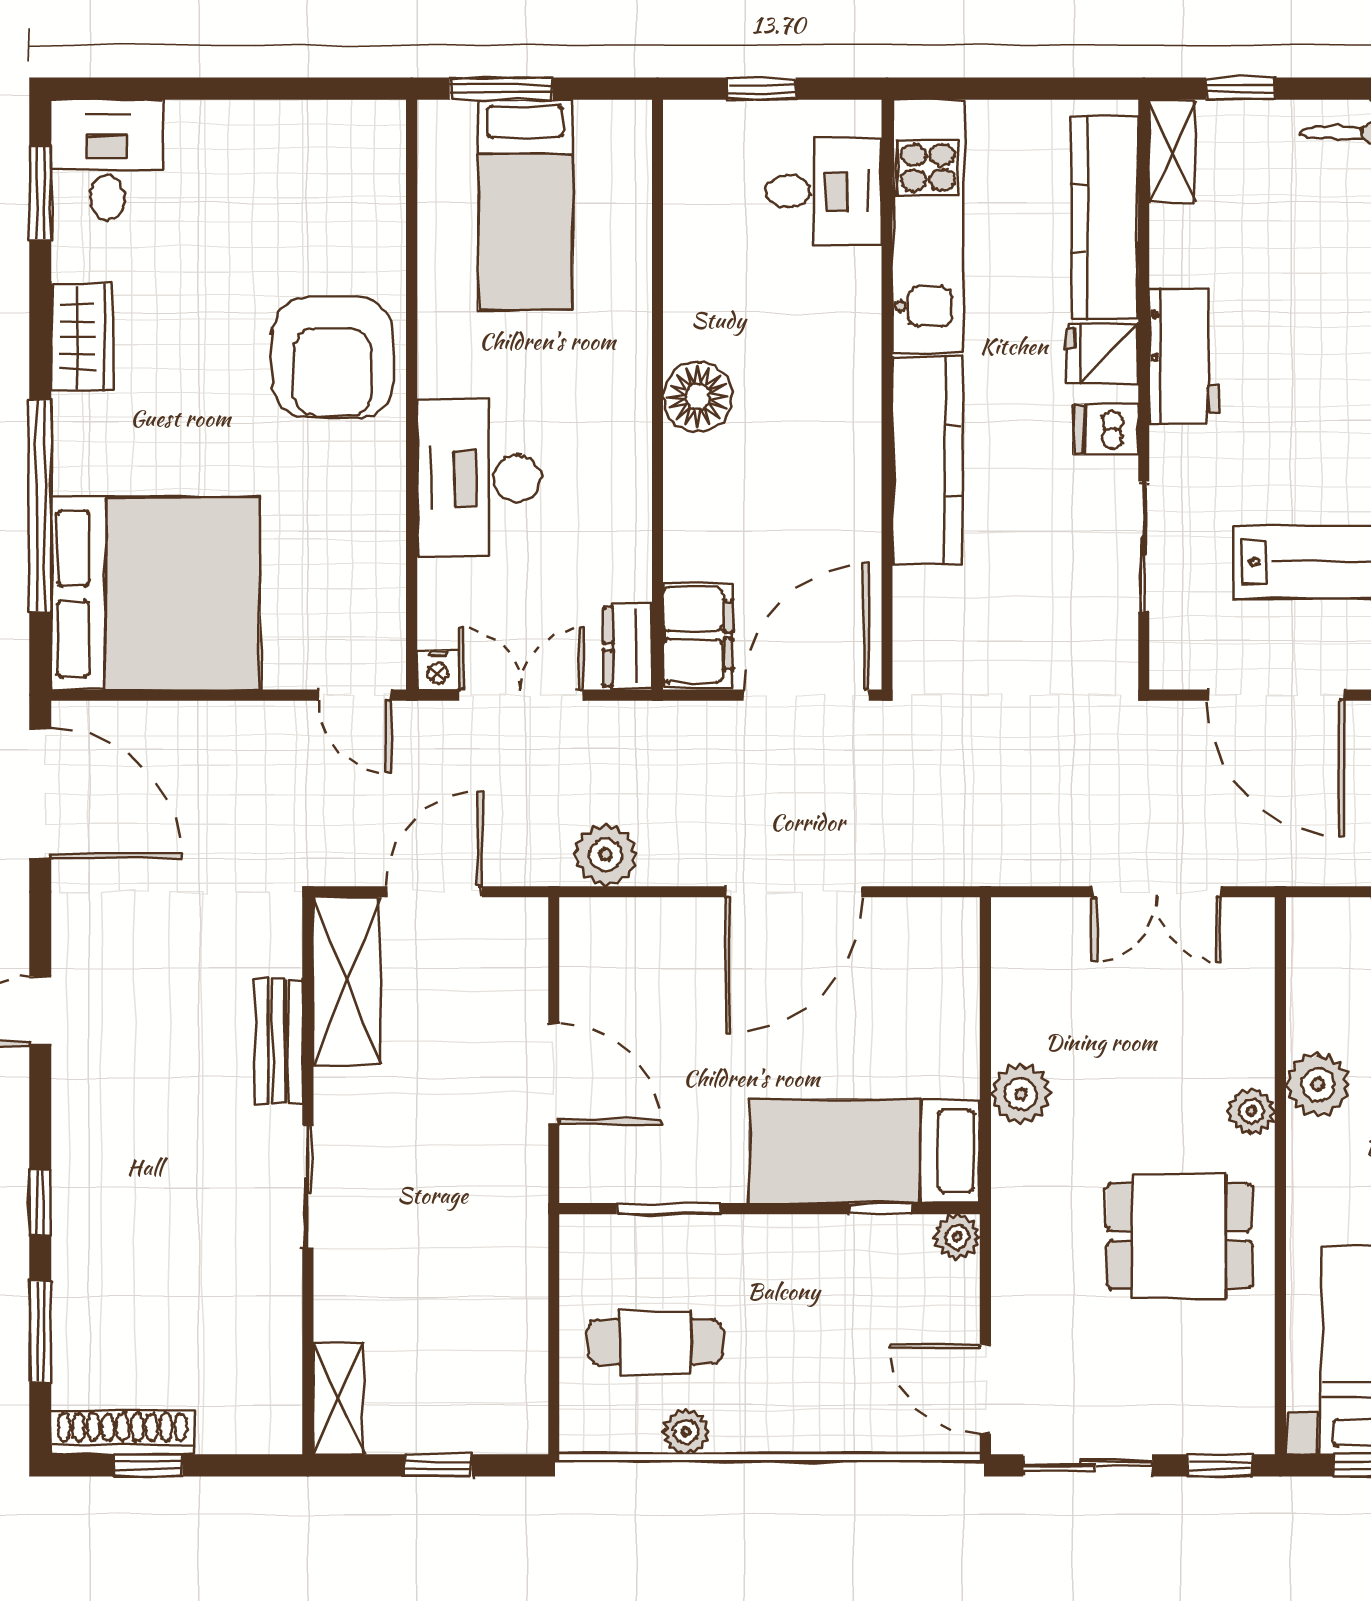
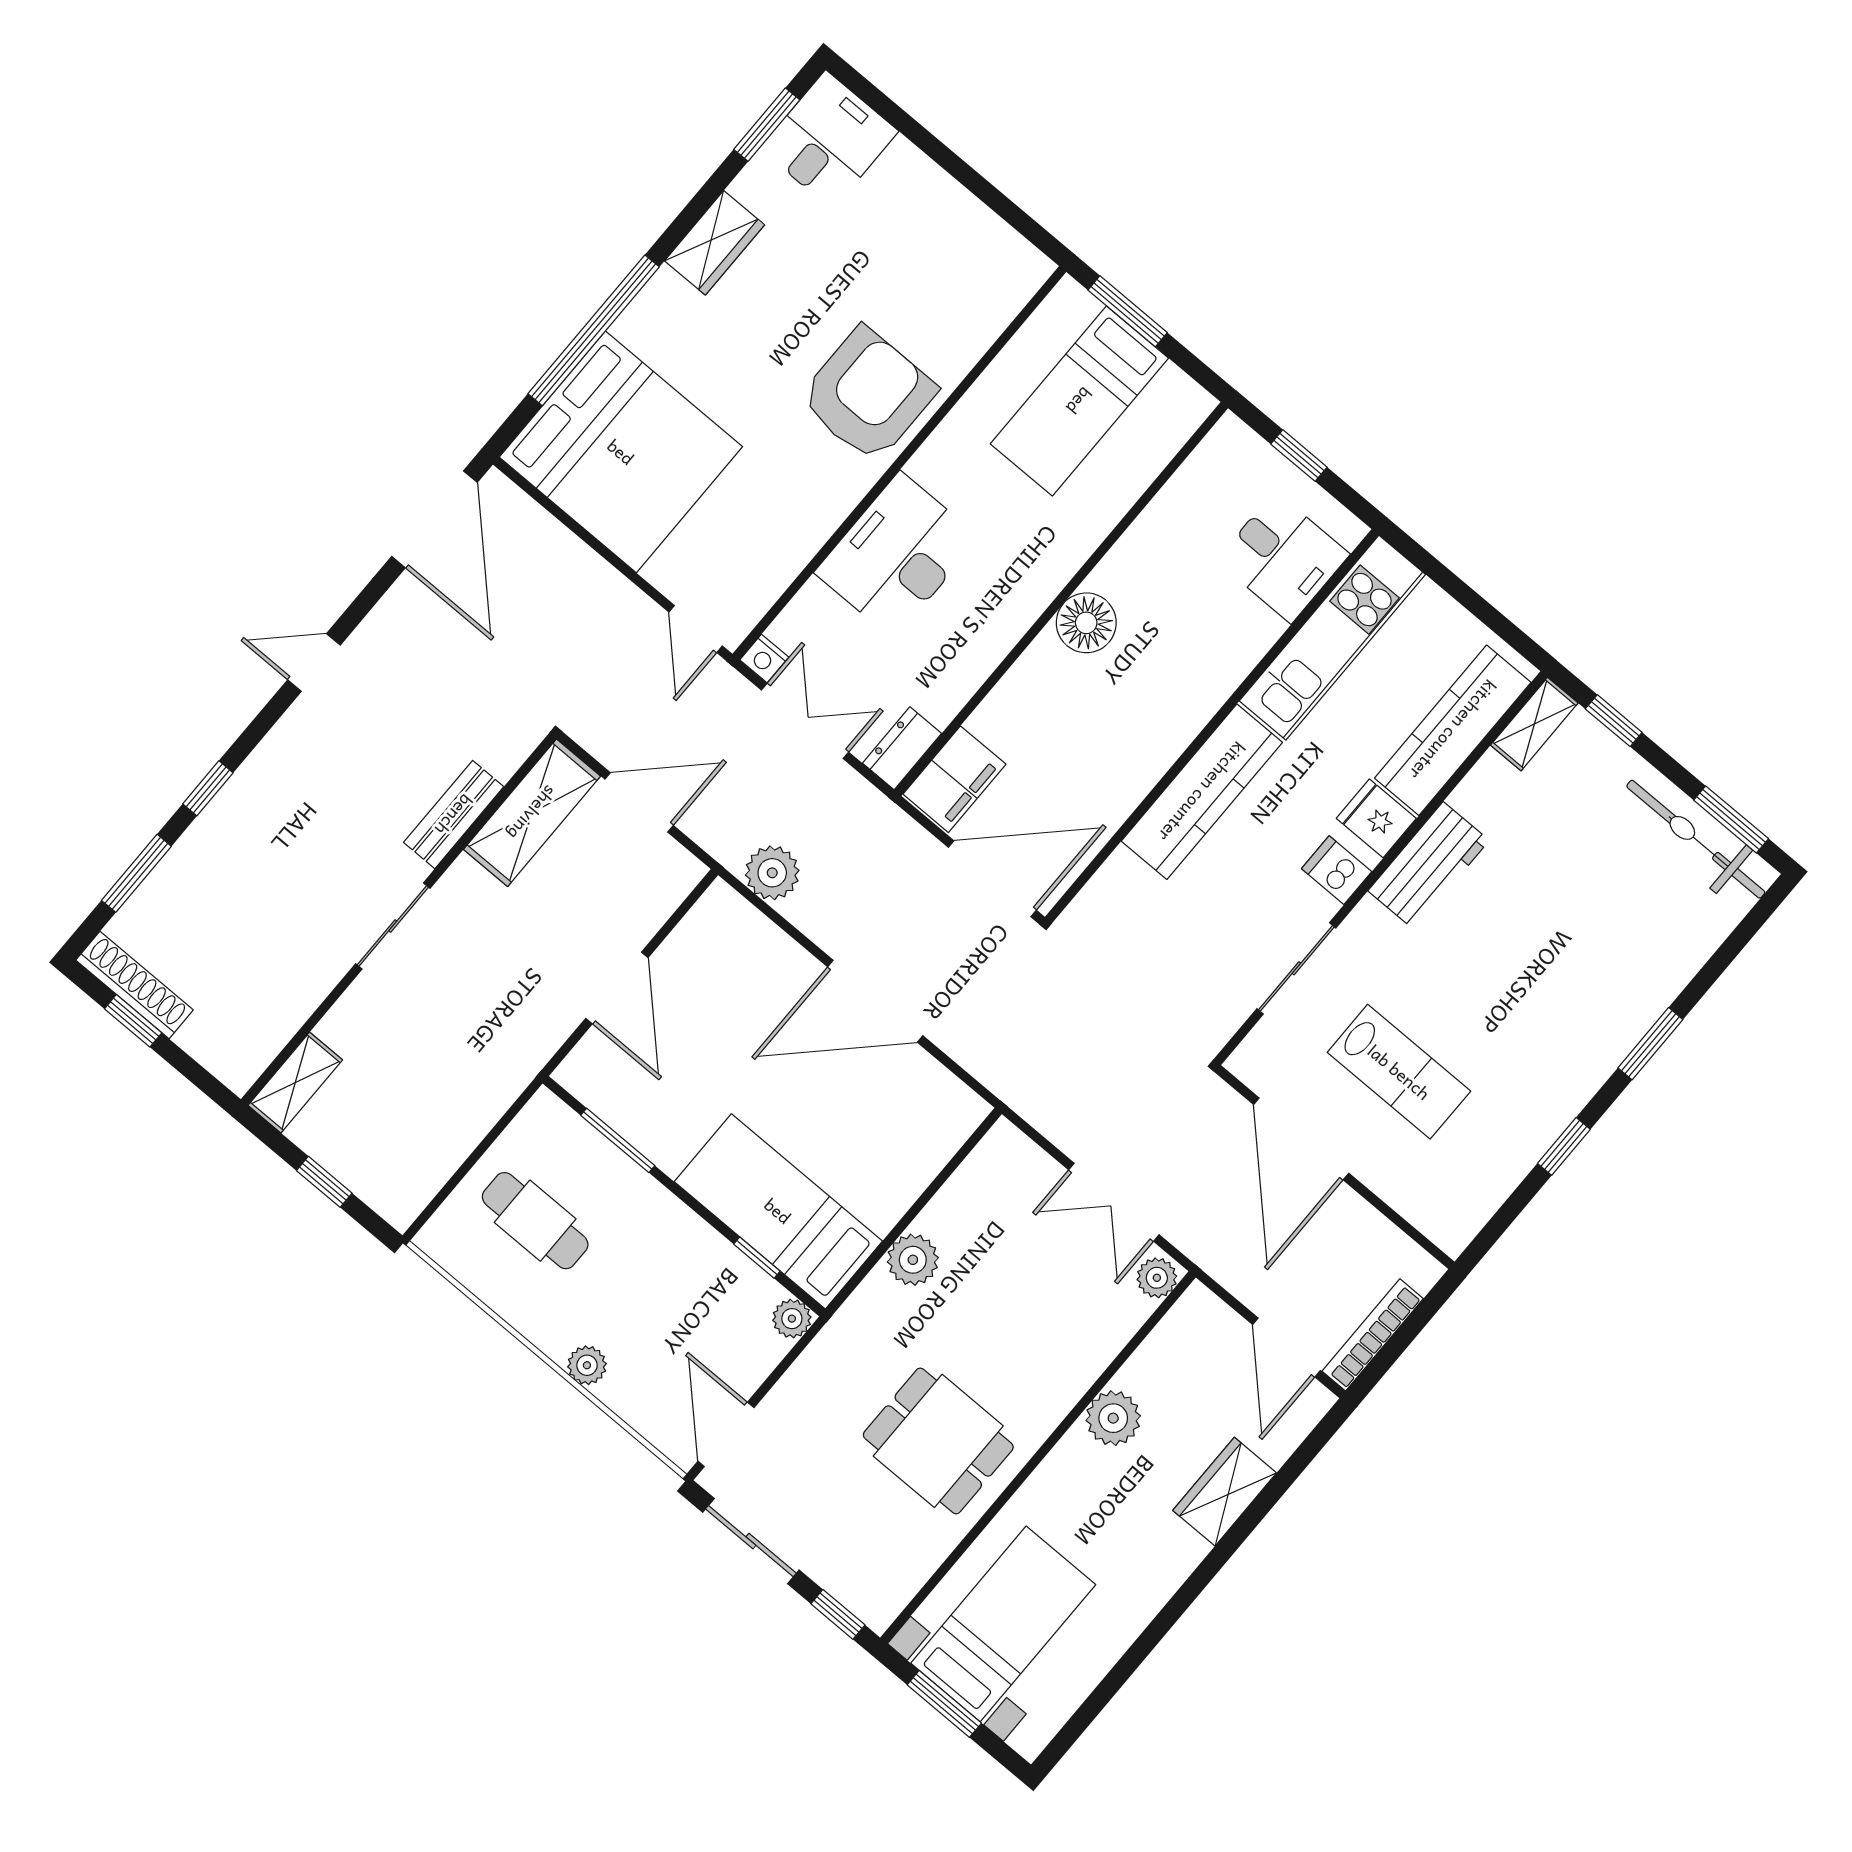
armchair: (332, 358) -> (868, 395), turned 180
plant: (1252, 1111) -> (1157, 1278), moved
plant: (686, 1432) -> (587, 1365), moved

